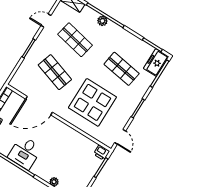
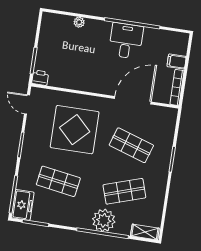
door: (46, 21) -> (166, 199), removed
plant: (102, 21) -> (104, 220), width x1.87, depth x1.87
shop shelf: (75, 40) -> (124, 191), turned -30

